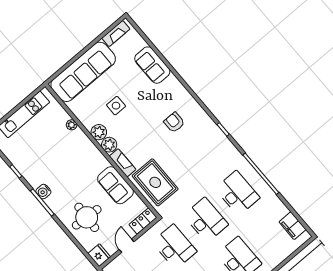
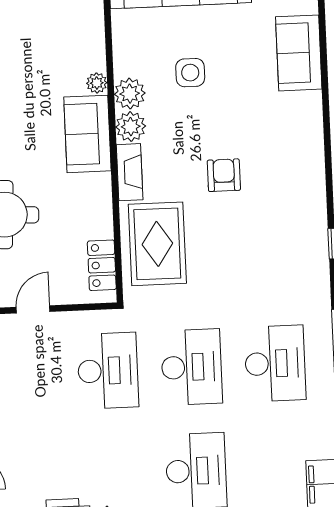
armchair: (174, 122) -> (224, 175), moved
plant: (72, 125) -> (97, 83), moved
sofa: (115, 185) -> (87, 134), moved
locker: (143, 221) -> (102, 265), moved, turned -90

